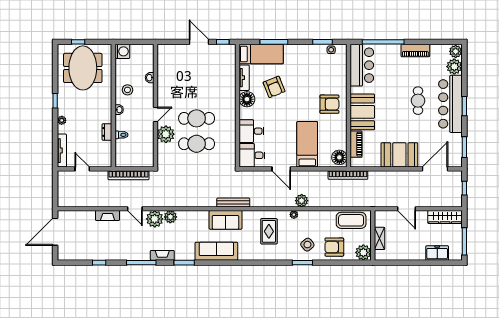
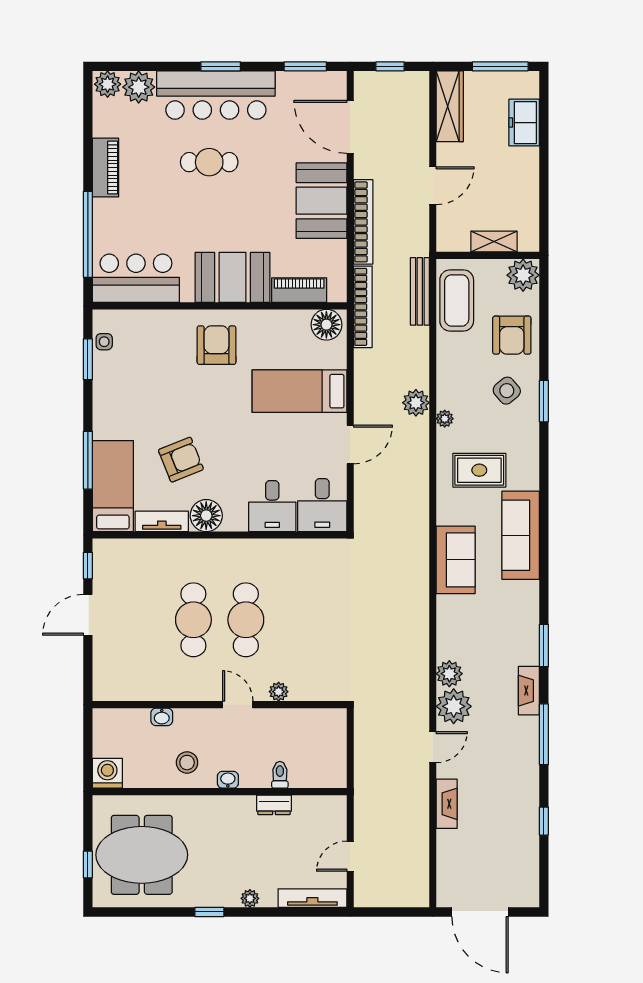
plant: (166, 134) -> (279, 692), width x0.53, depth x0.53
cafe table: (197, 144) -> (193, 620), moved
bookcase: (128, 175) -> (363, 222), moved
bench: (233, 203) -> (420, 291), moved
sofa: (216, 251) -> (521, 535), moved

